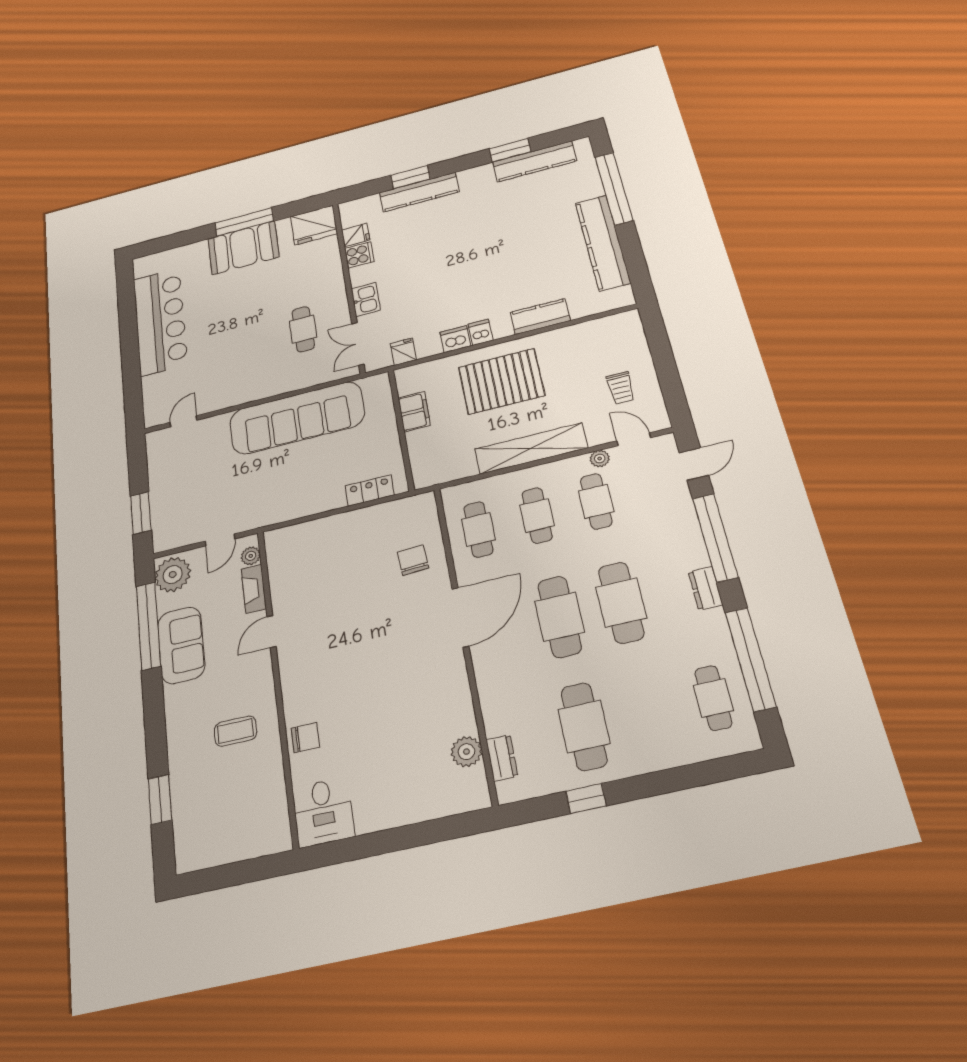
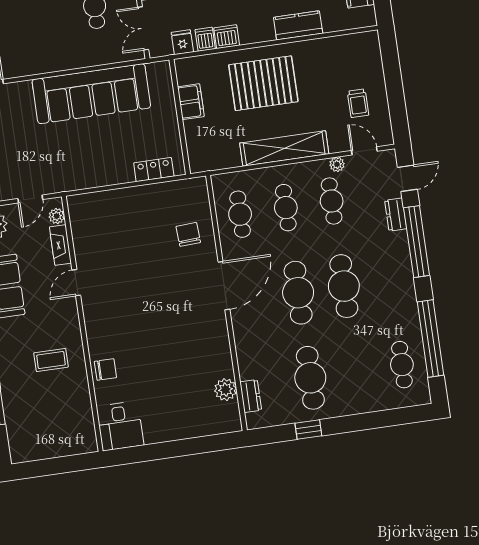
dishwasher: (481, 332) -> (205, 39), moved
dresser: (706, 588) -> (396, 214), moved

